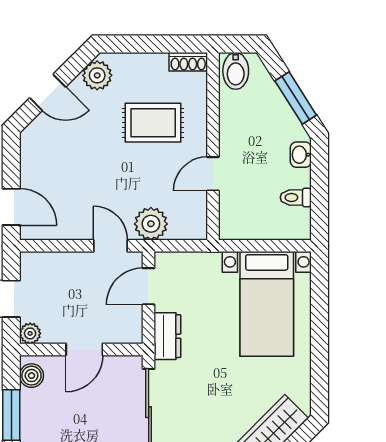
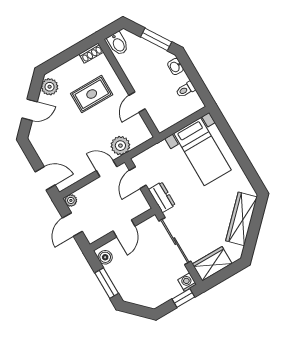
plant: (30, 333) -> (71, 200), moved

